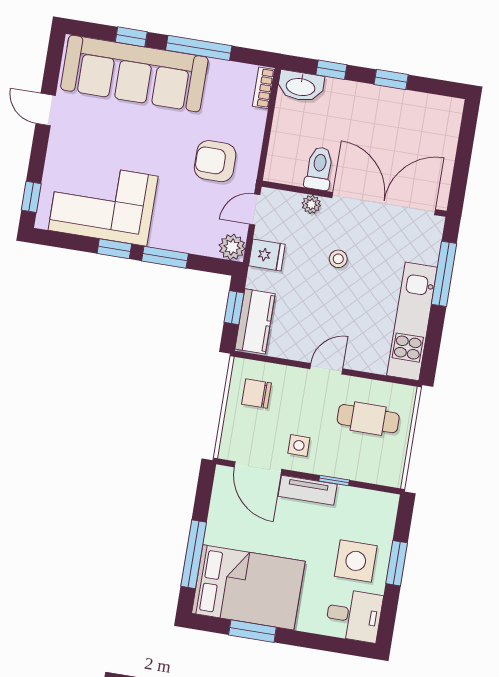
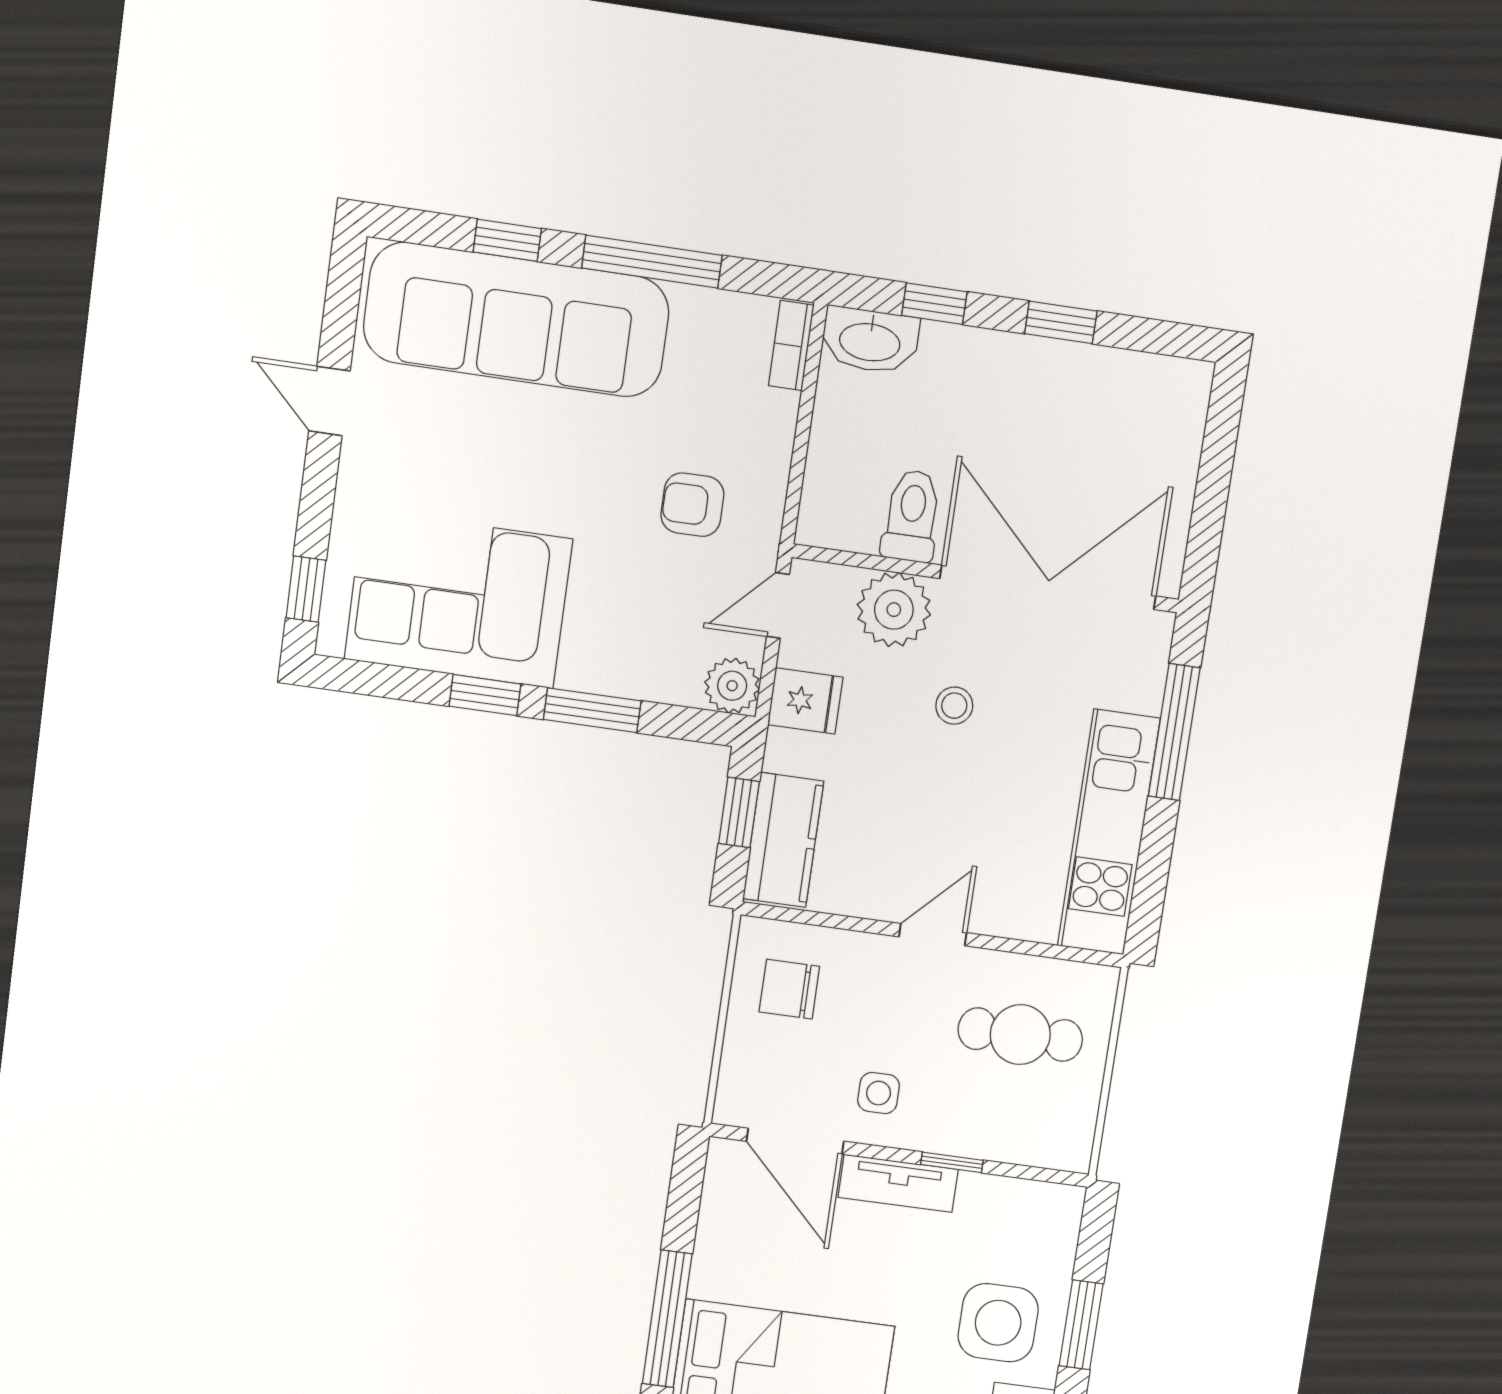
armchair: (215, 161) -> (692, 505), width x0.72, depth x0.72
plant: (311, 204) -> (894, 610), width x1.87, depth x1.87

